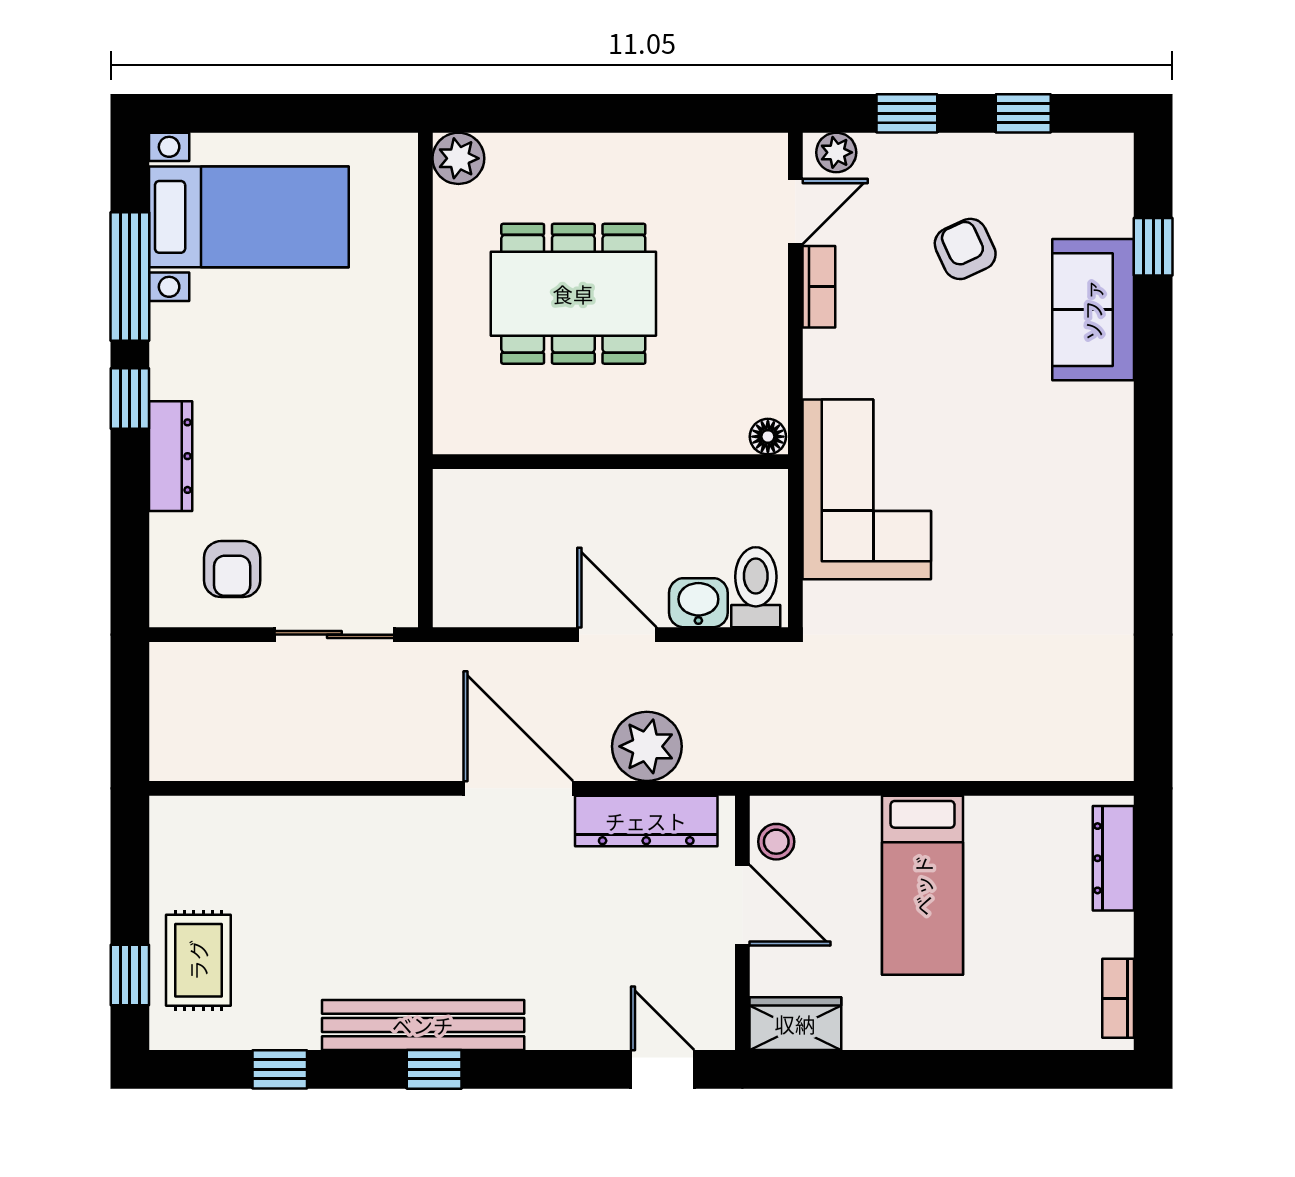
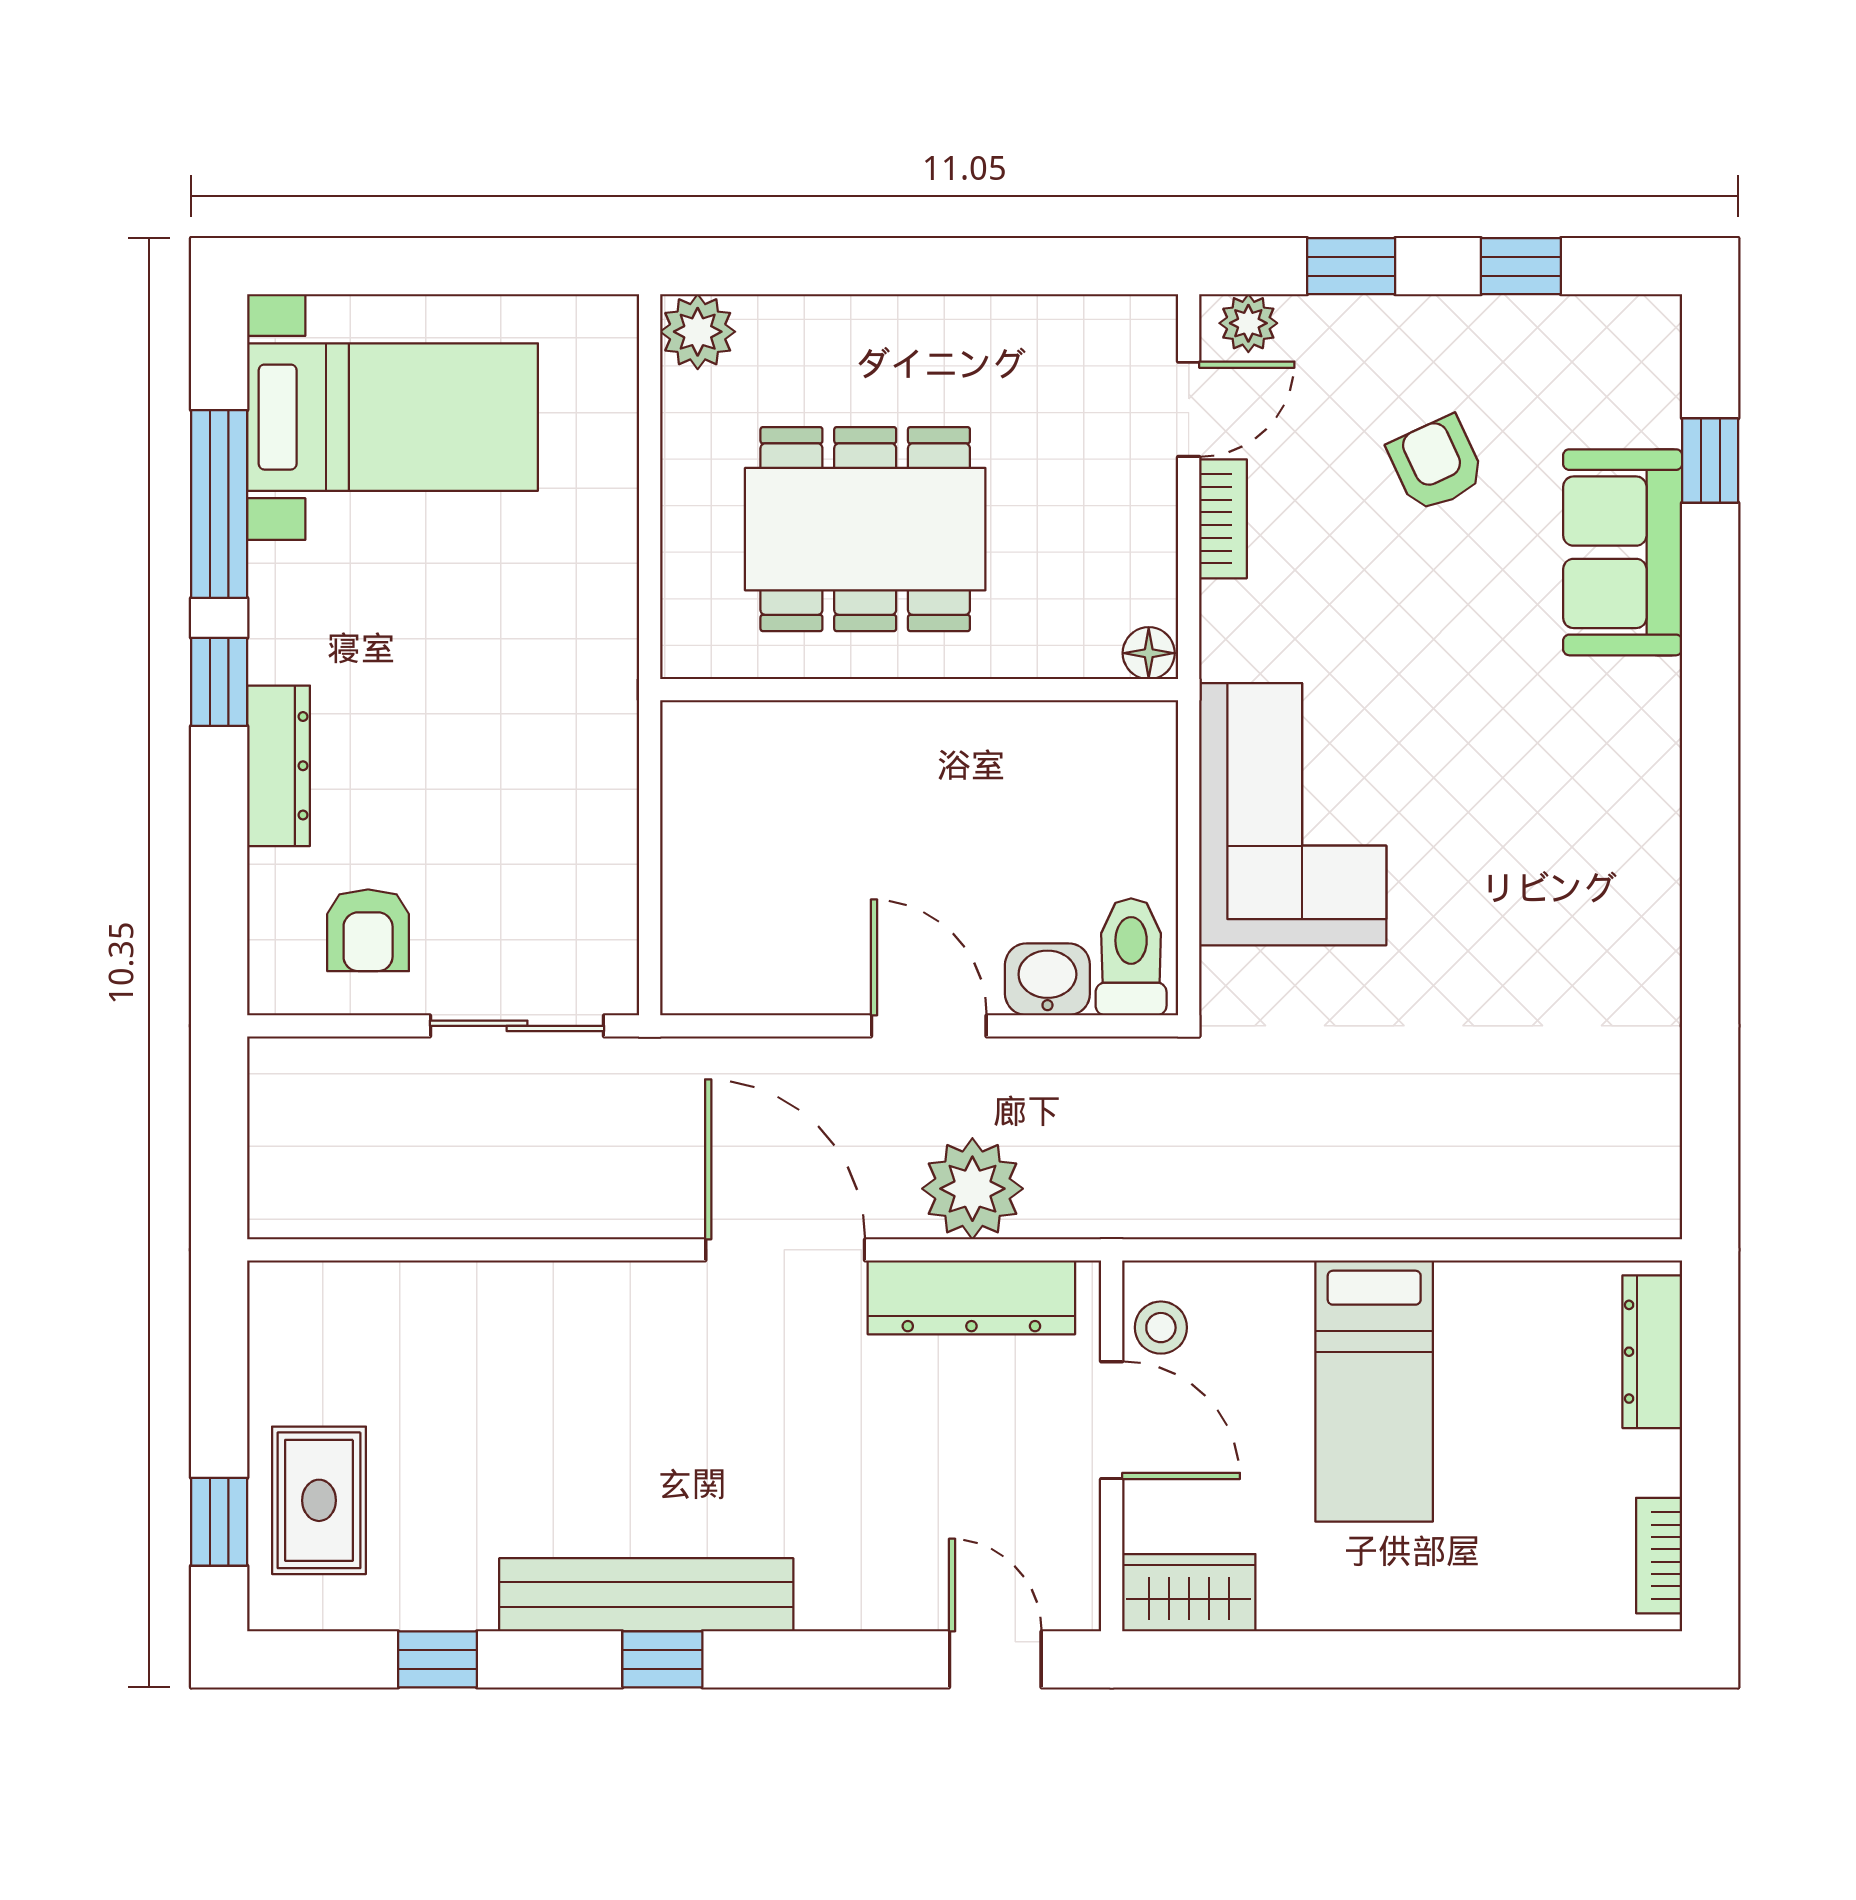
floor lamp: (768, 437) -> (1149, 653), moved
wall: (610, 462) -> (919, 690), moved

